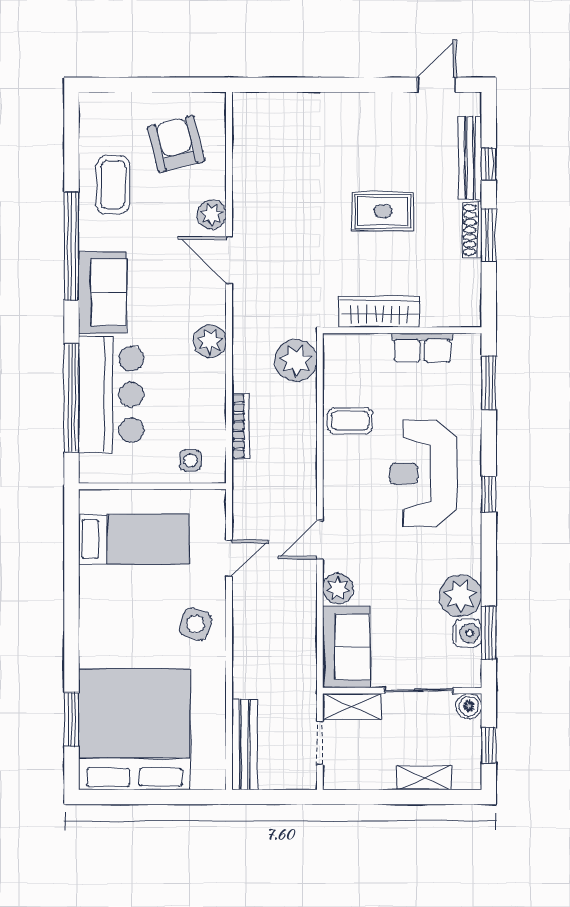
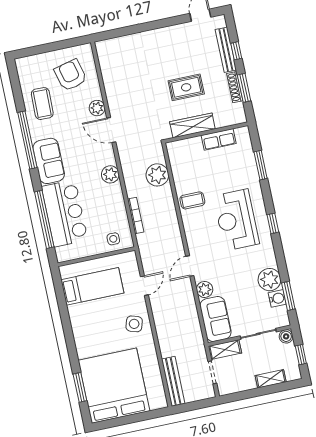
wardrobe: (379, 312) -> (192, 125), moved
wall: (402, 330) -> (206, 133), moved
row of seats: (422, 348) -> (219, 139), moved

